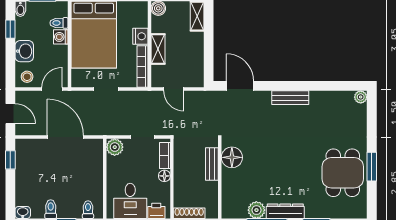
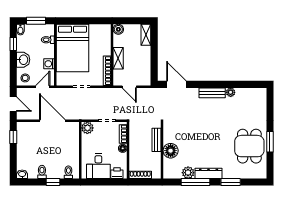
nightstand: (140, 36) -> (106, 49), removed
washing machine: (61, 37) -> (49, 64), moved
plant: (361, 97) -> (231, 92), moved
floor lamp: (232, 157) -> (171, 151), moved

